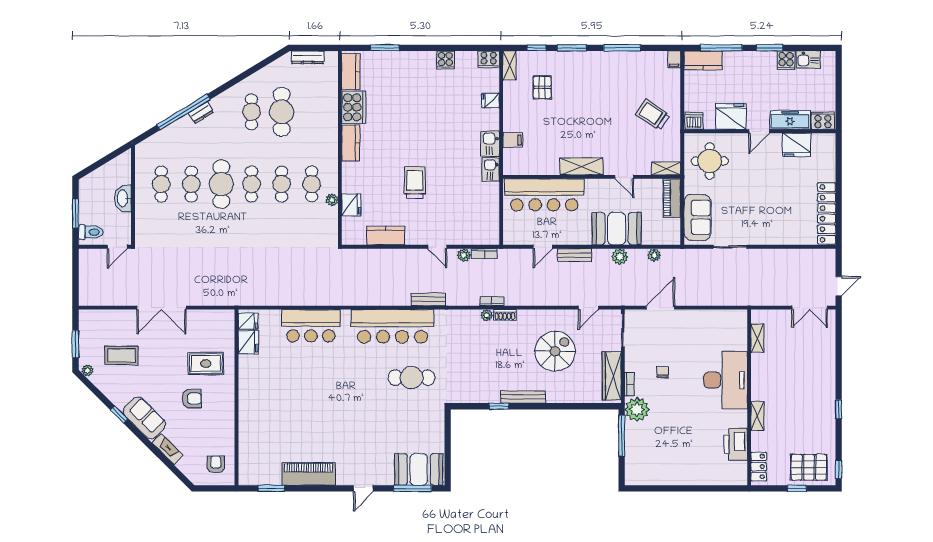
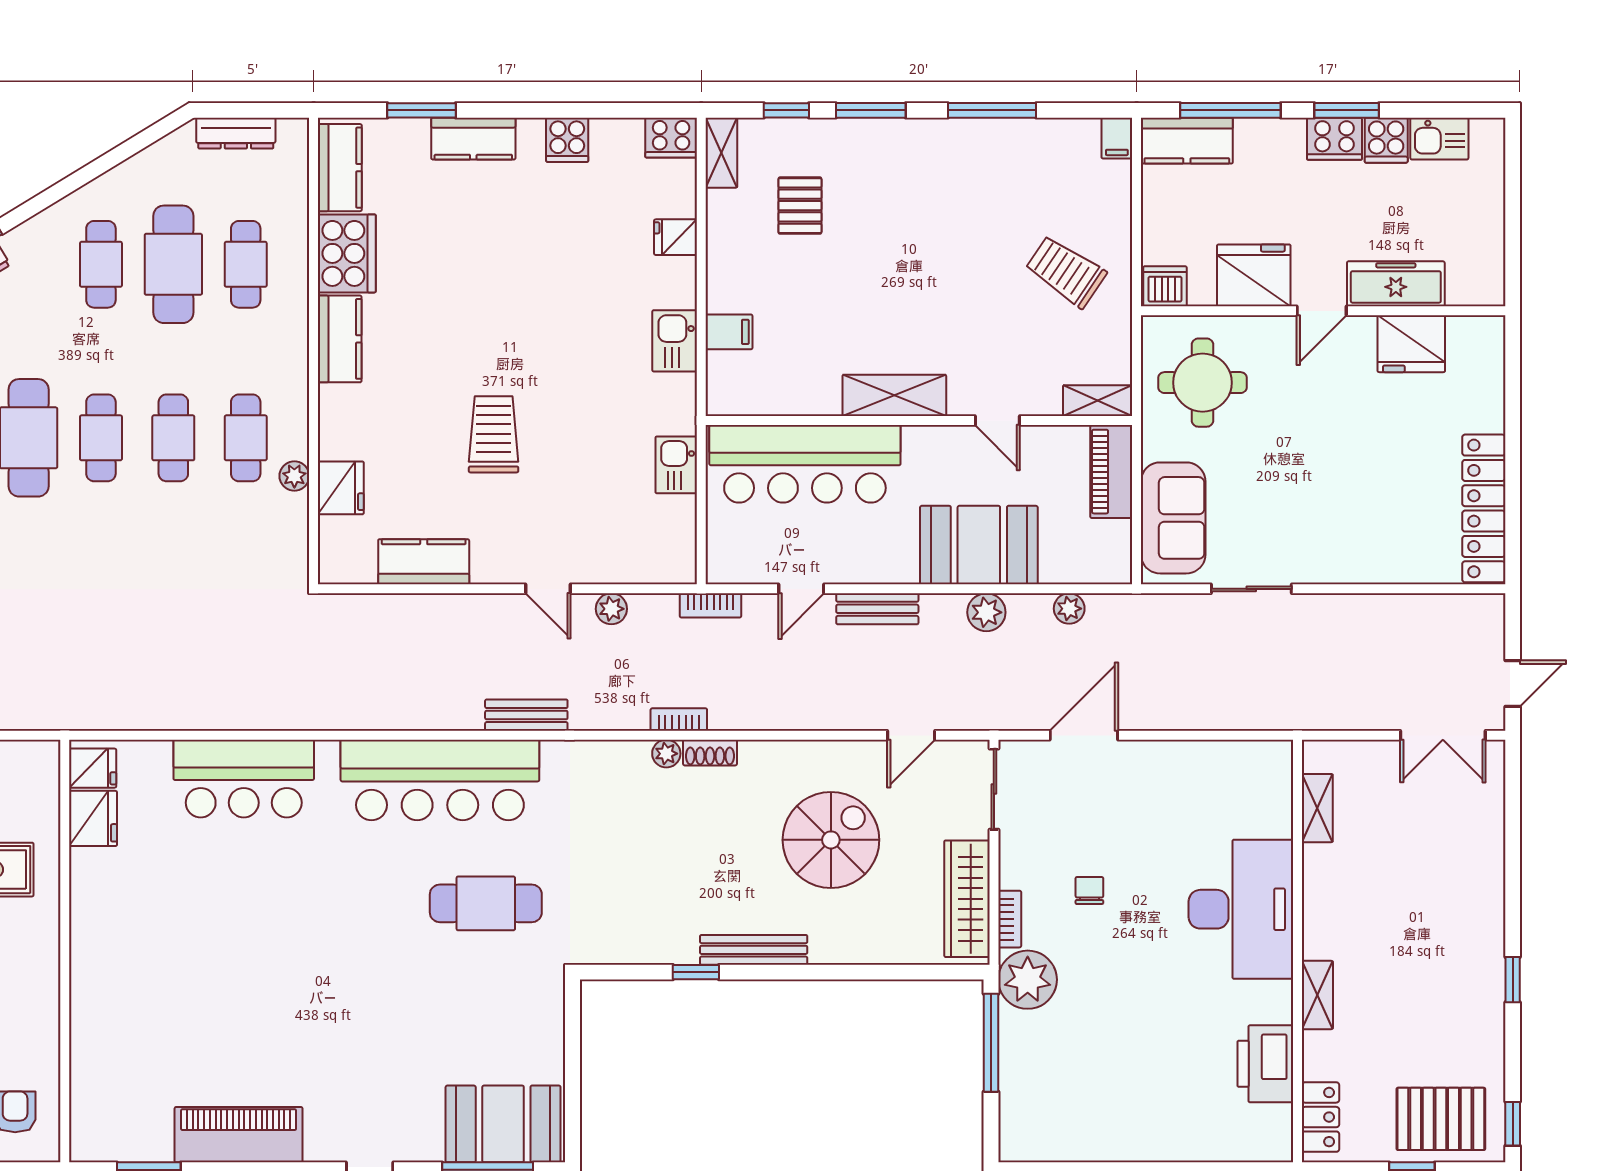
kitchen counter: (406, 60) -> (473, 139), added
cafe table: (312, 112) -> (246, 264), added
cooker: (823, 121) -> (1334, 139), moved, turned 180
kitchen sink: (491, 170) -> (676, 465), moved
bookcase: (484, 254) -> (711, 605), moved

